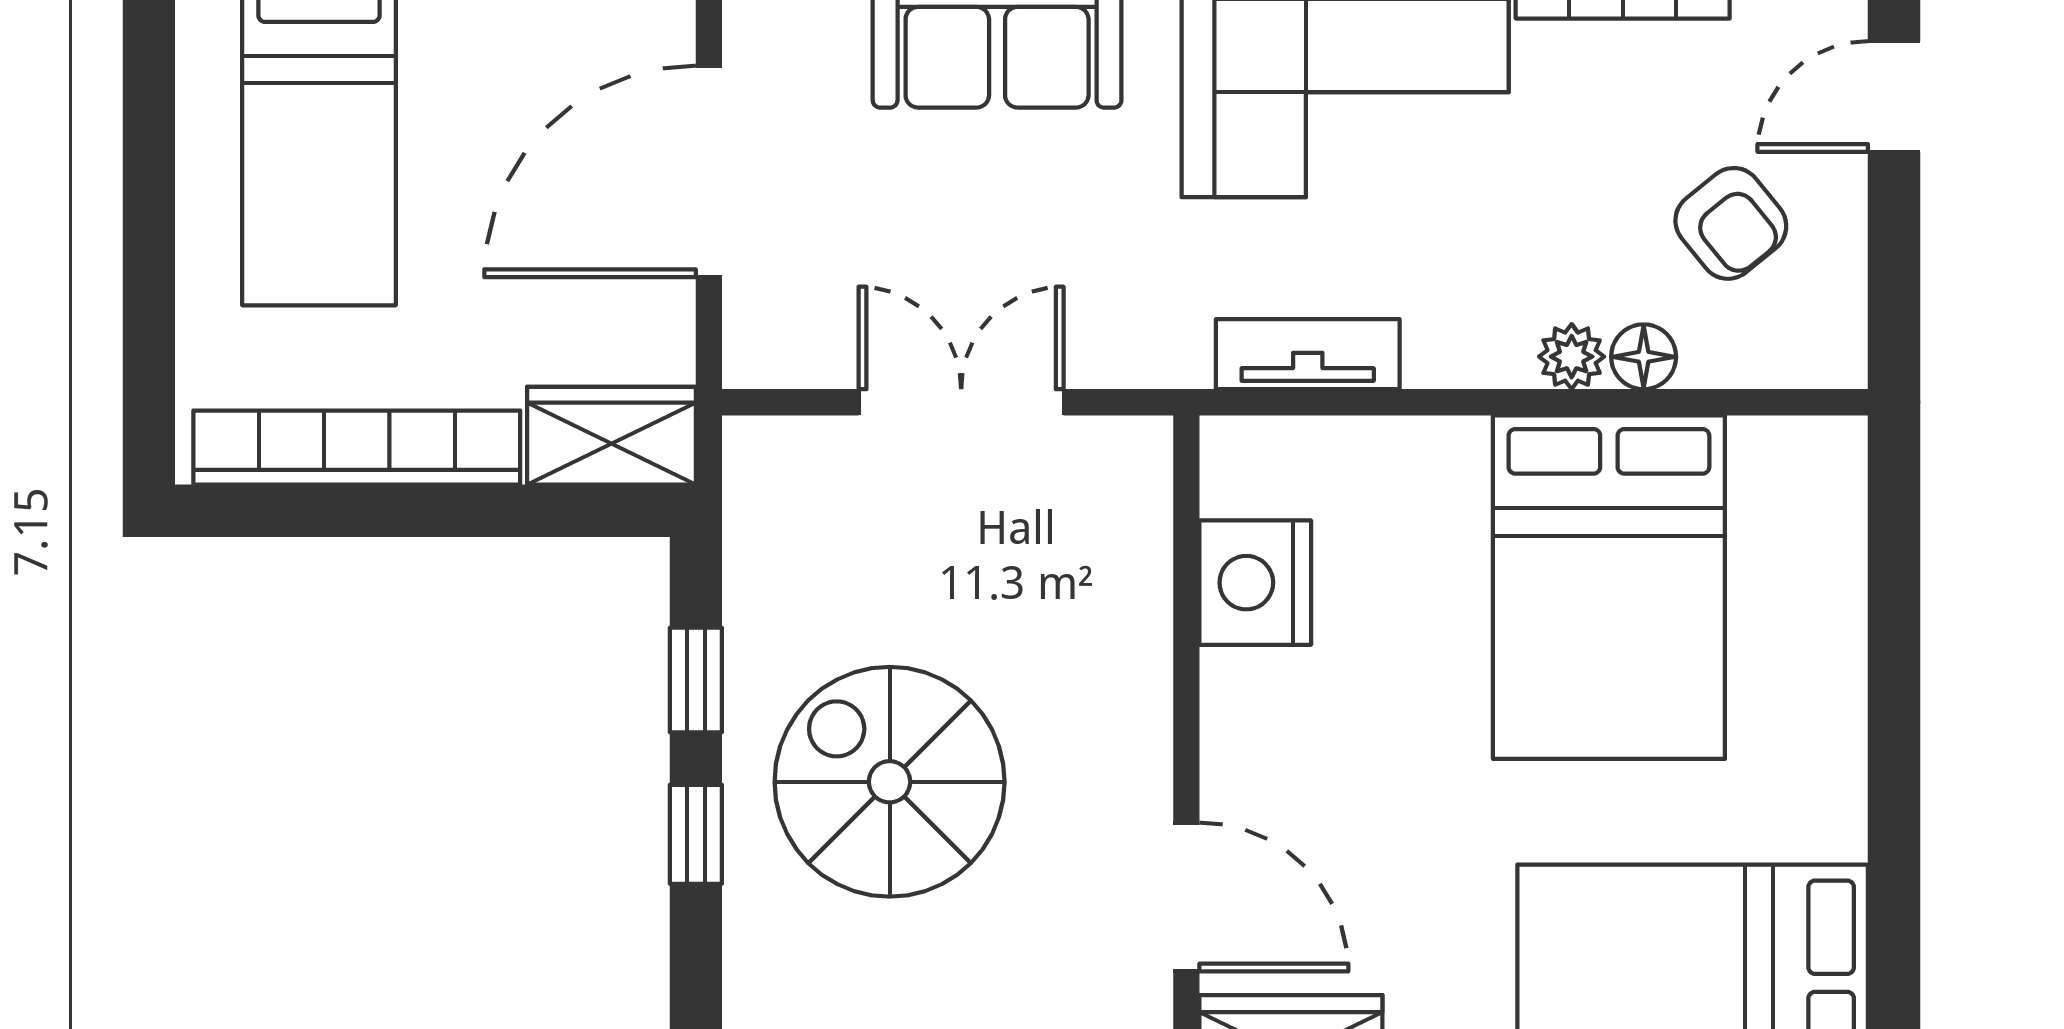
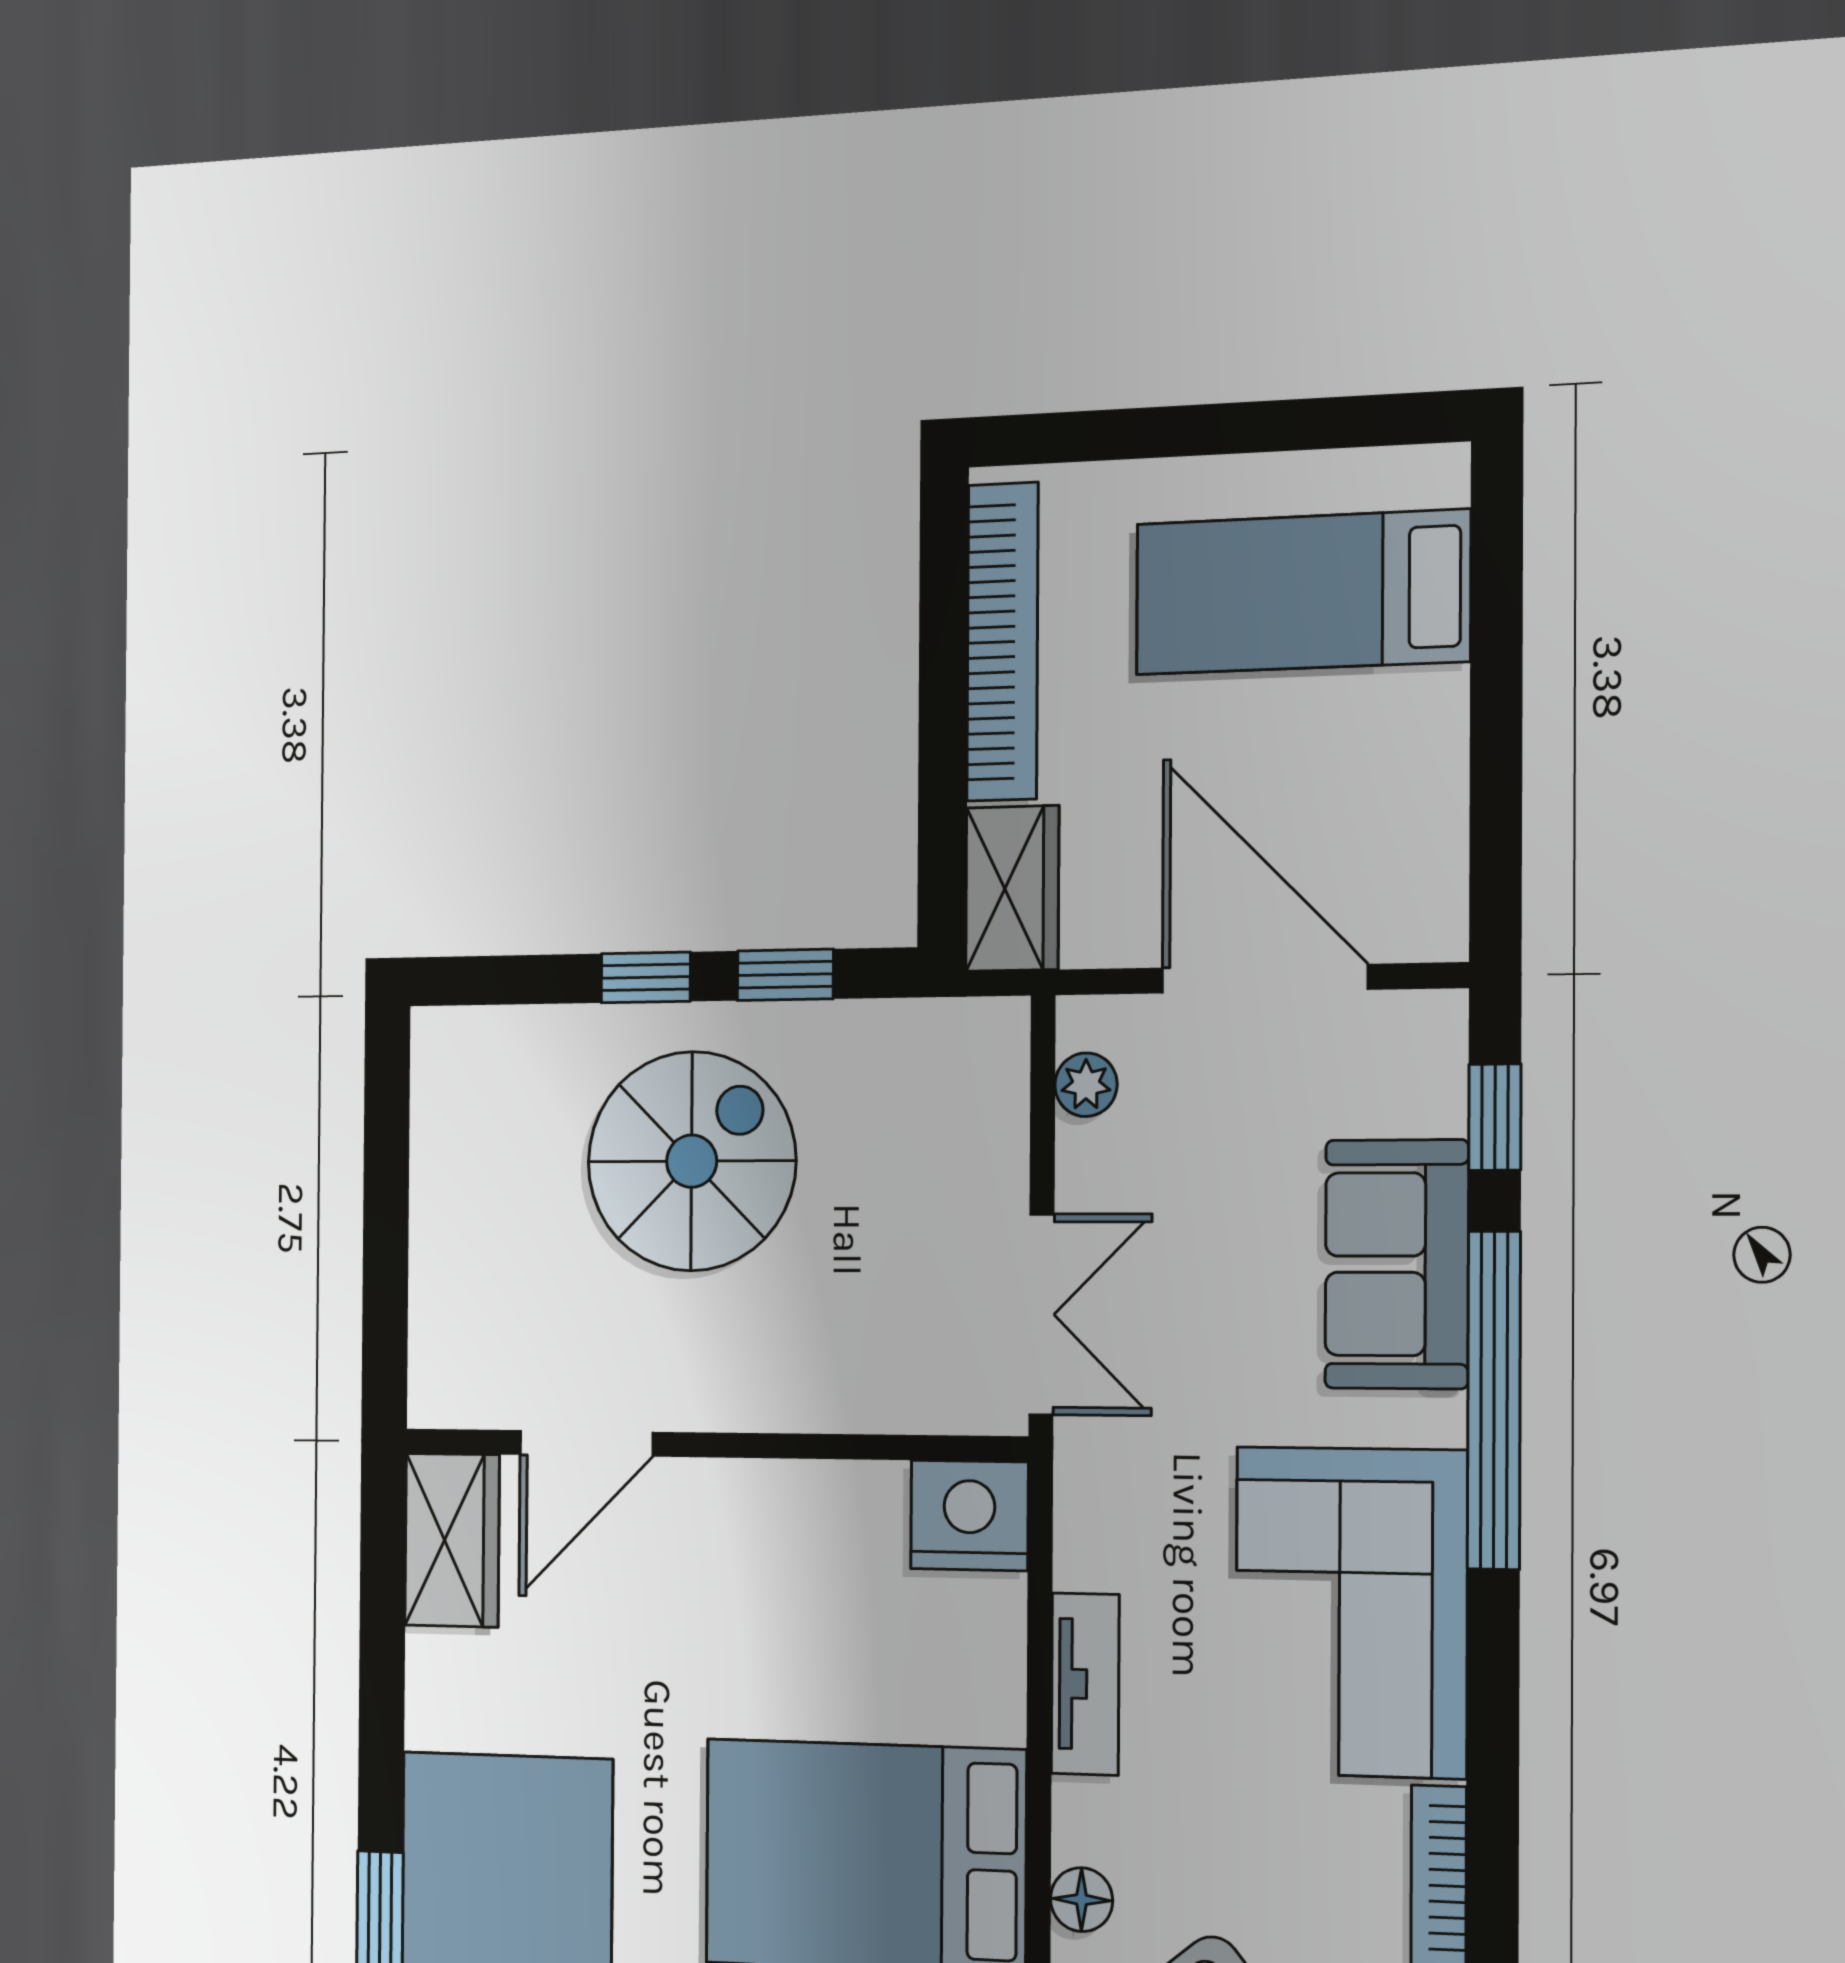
tv unit: (1308, 354) -> (1085, 1684), moved
plant: (1572, 357) -> (1086, 1085), moved
double door: (961, 402) -> (1041, 1314), moved
nightstand: (1255, 583) -> (969, 1515), moved

